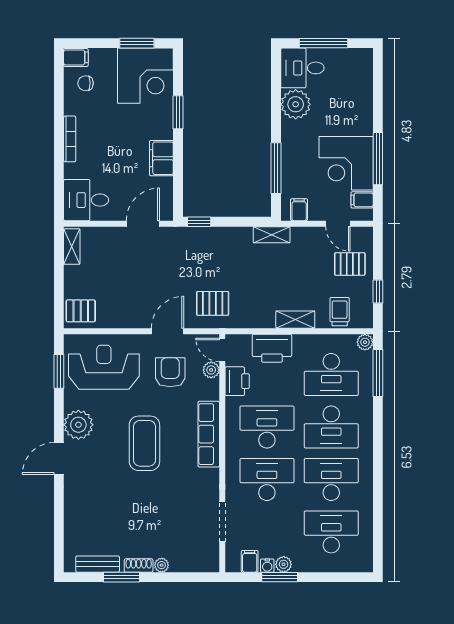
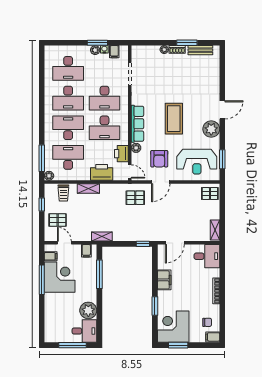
plant: (211, 370) -> (136, 148), moved

